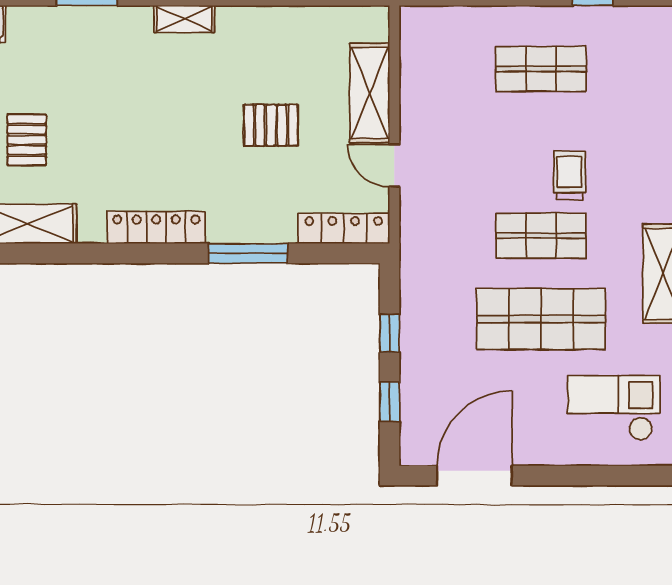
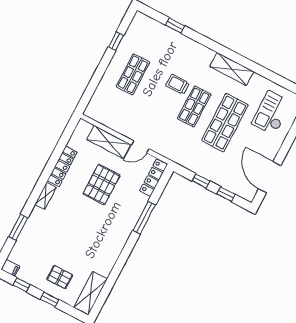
pallet: (271, 125) -> (101, 184), width x1.50, depth x1.42
locker: (156, 228) -> (62, 166), moved, turned 180

